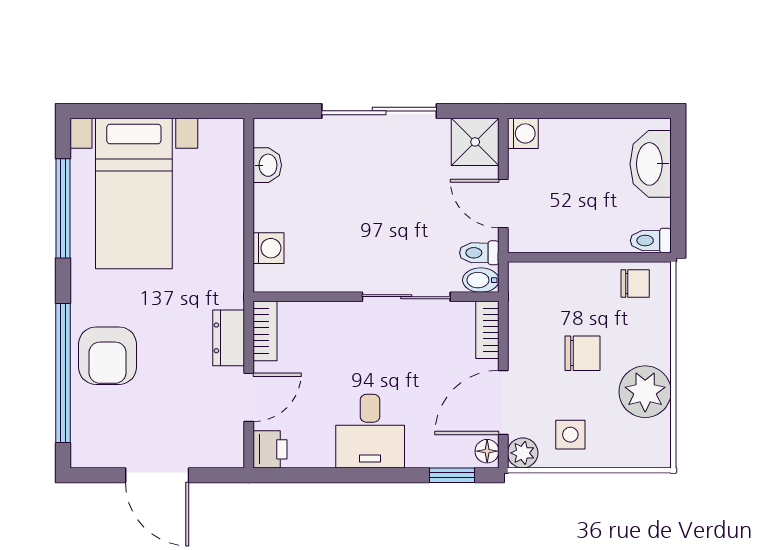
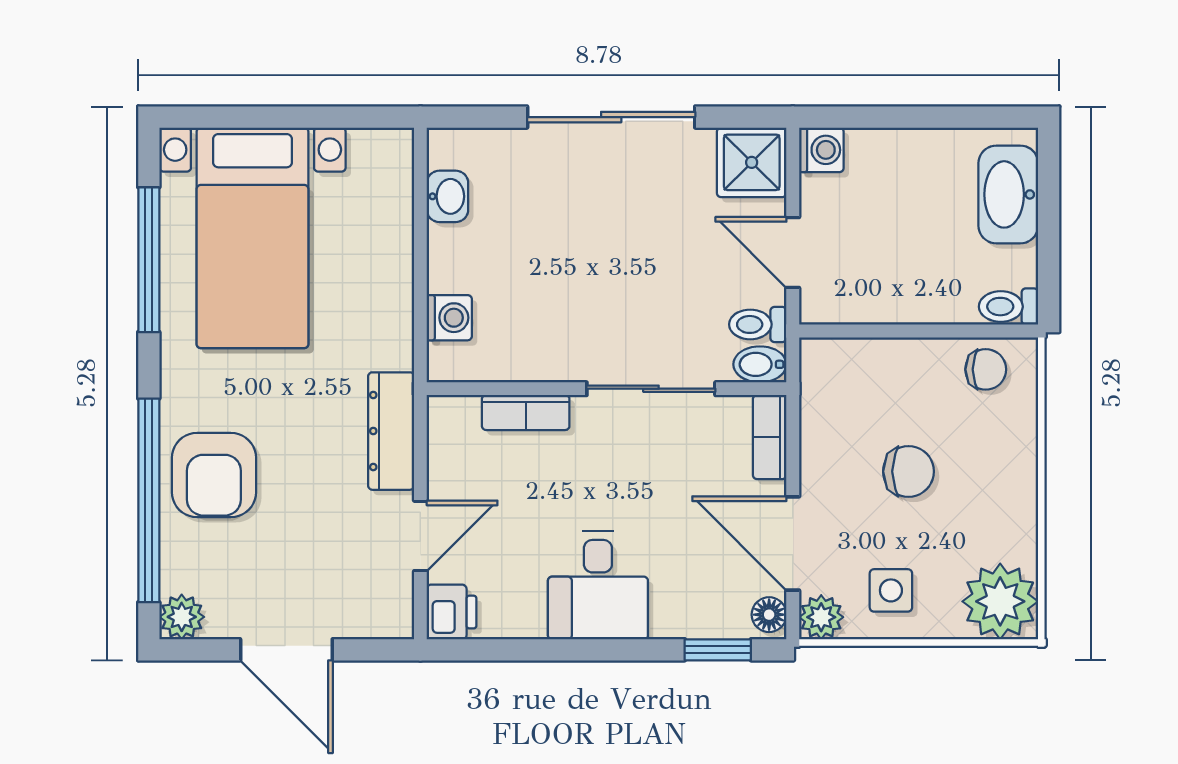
bookcase: (265, 331) -> (526, 413), moved, turned 90
dresser: (229, 338) -> (391, 431), width x1.44
plant: (645, 392) -> (1000, 601), moved
door: (503, 403) -> (793, 543), hinge flipped
plant: (85, 453) -> (182, 617), added

